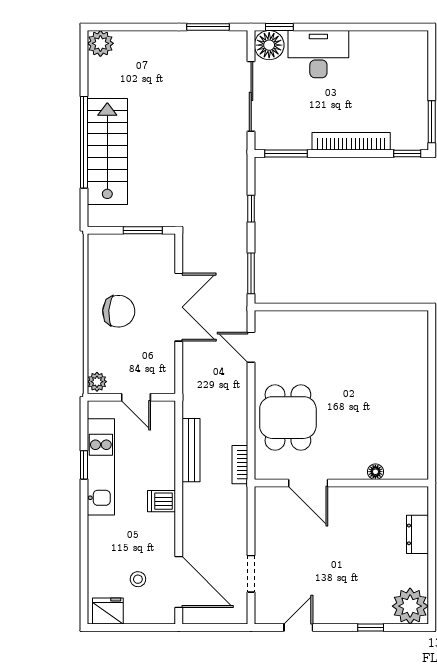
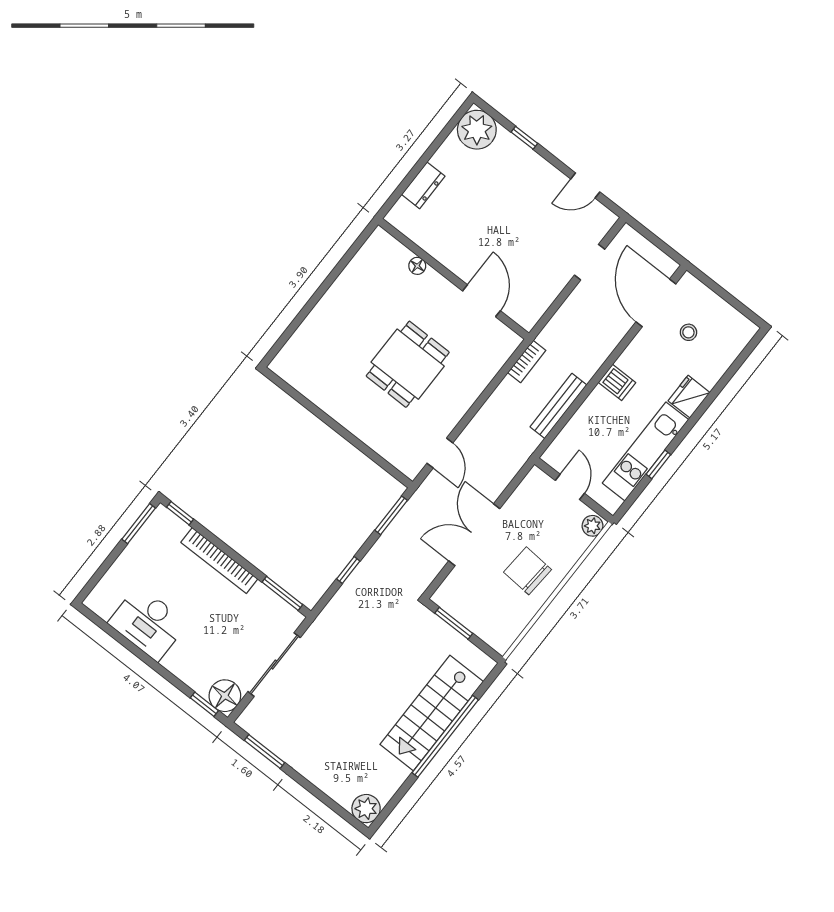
desk: (318, 54) -> (148, 623), moved
dining table: (288, 418) -> (408, 364), moved
fridge: (108, 611) -> (689, 397), moved, turned 90

